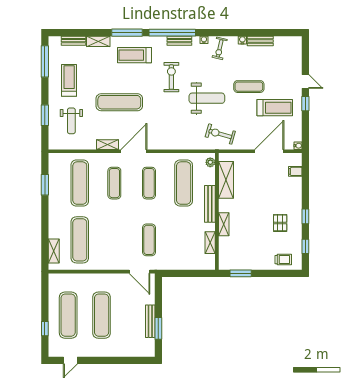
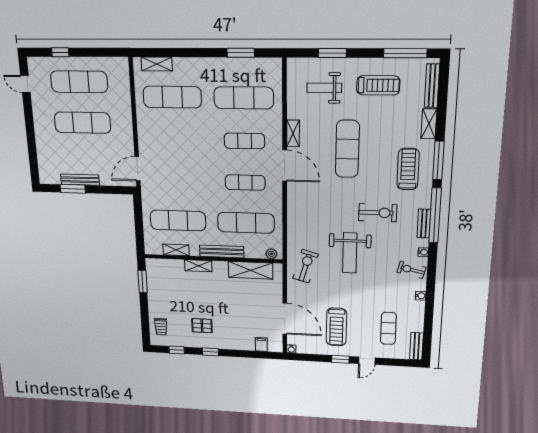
bench: (73, 41) -> (432, 86), width x1.36
bench: (260, 41) -> (416, 346), moved
exercise mat: (249, 87) -> (388, 328), moved
exercise mat: (149, 240) -> (178, 220), moved, width x1.36, depth x1.45

